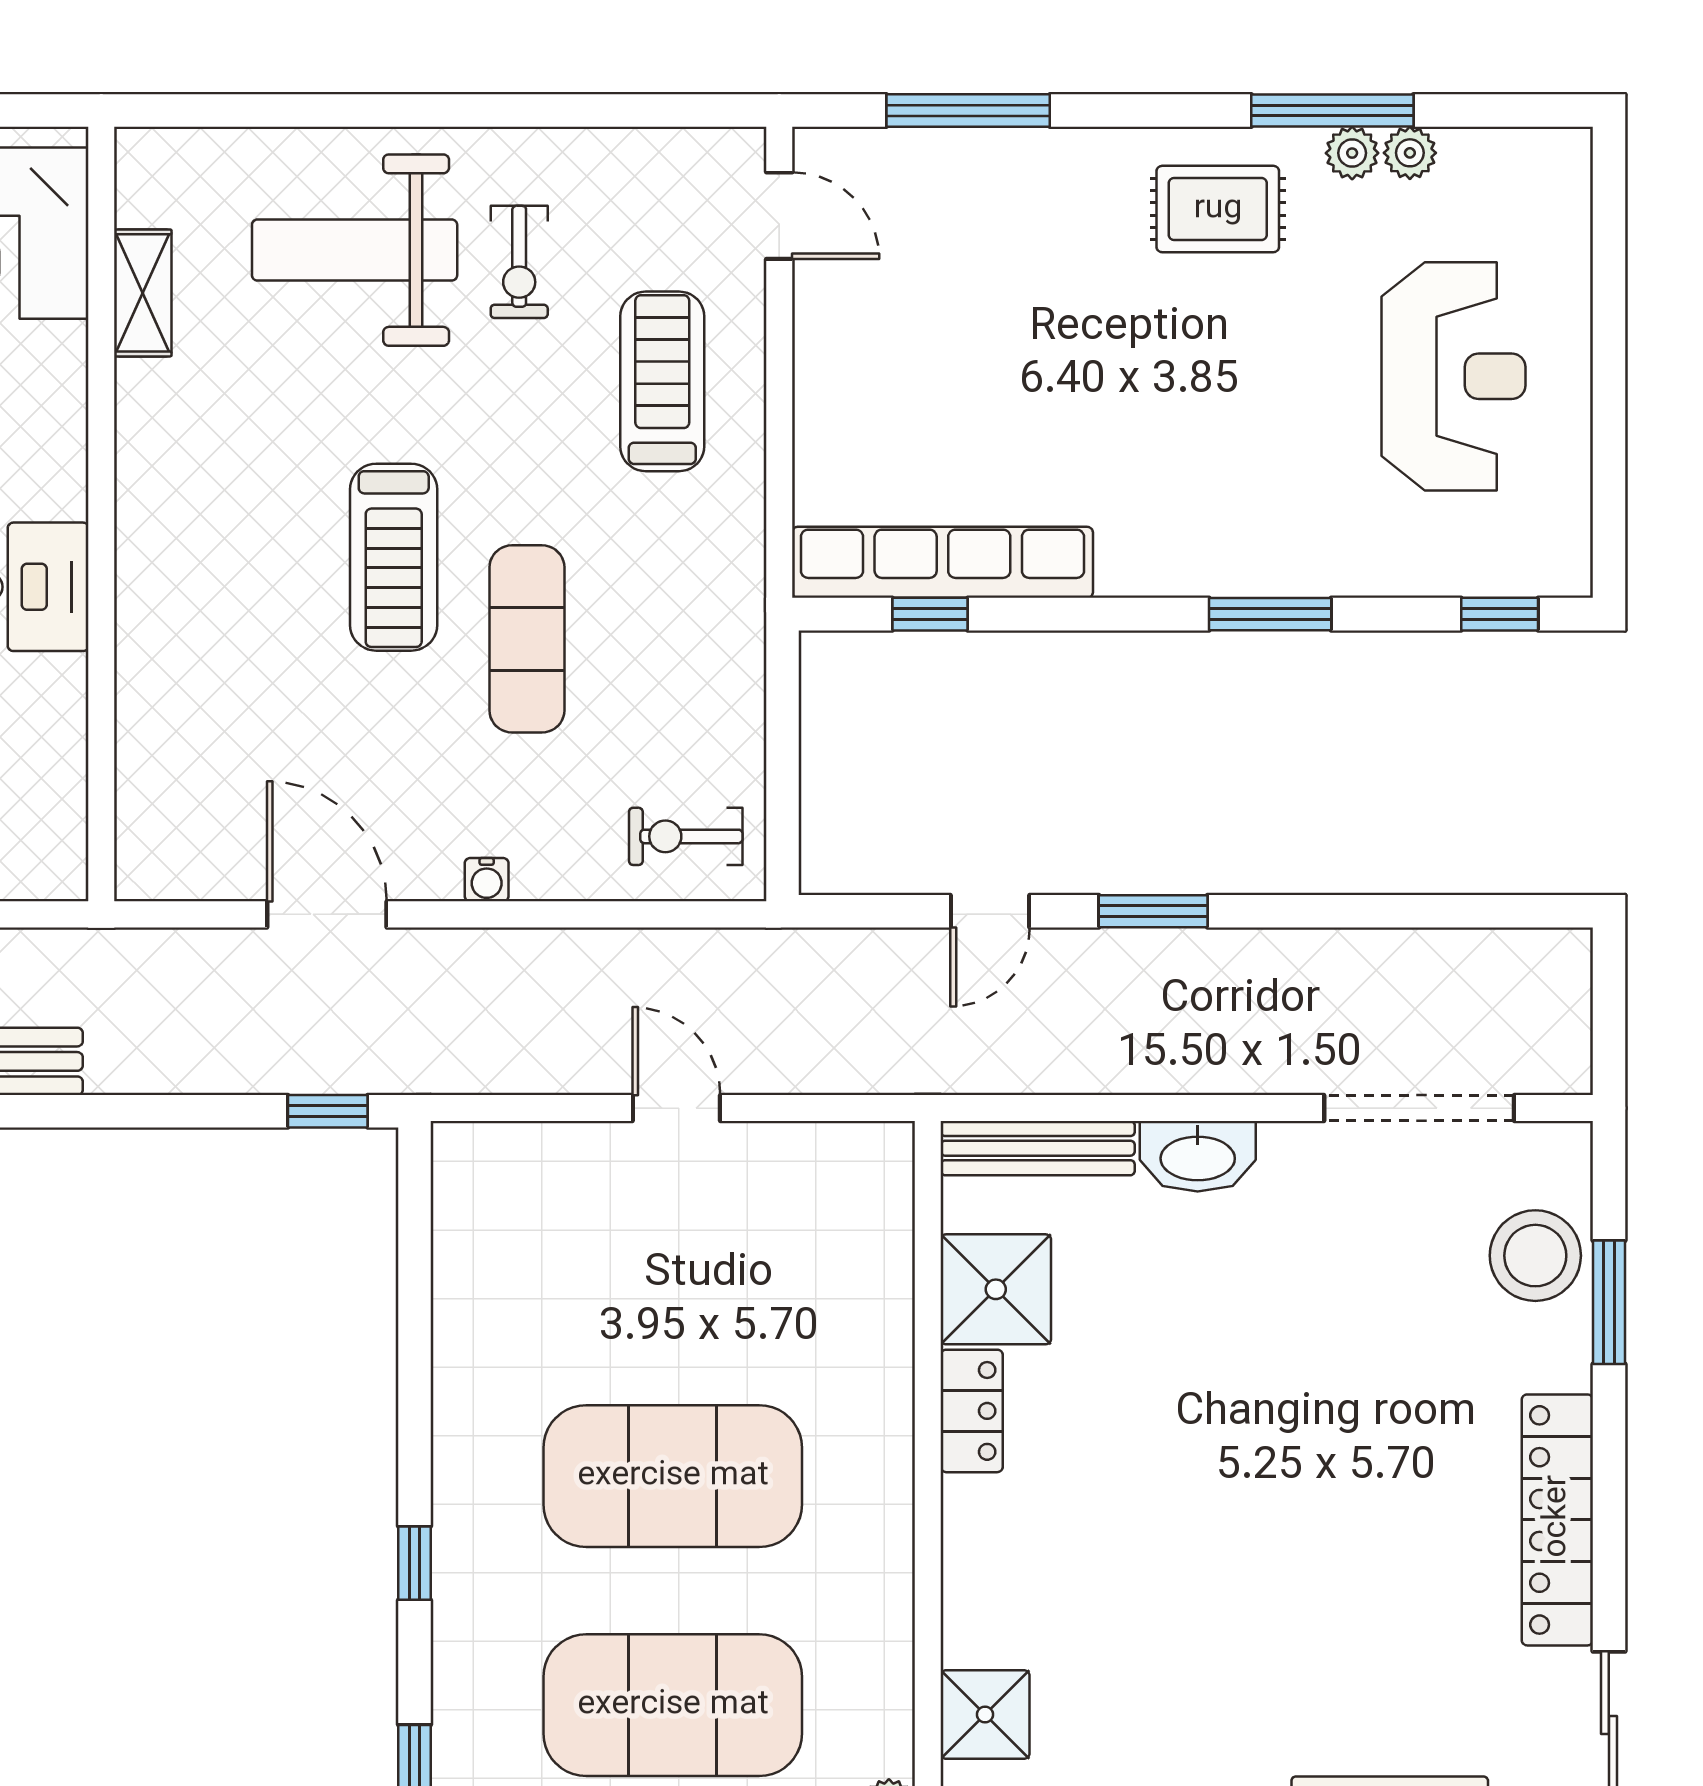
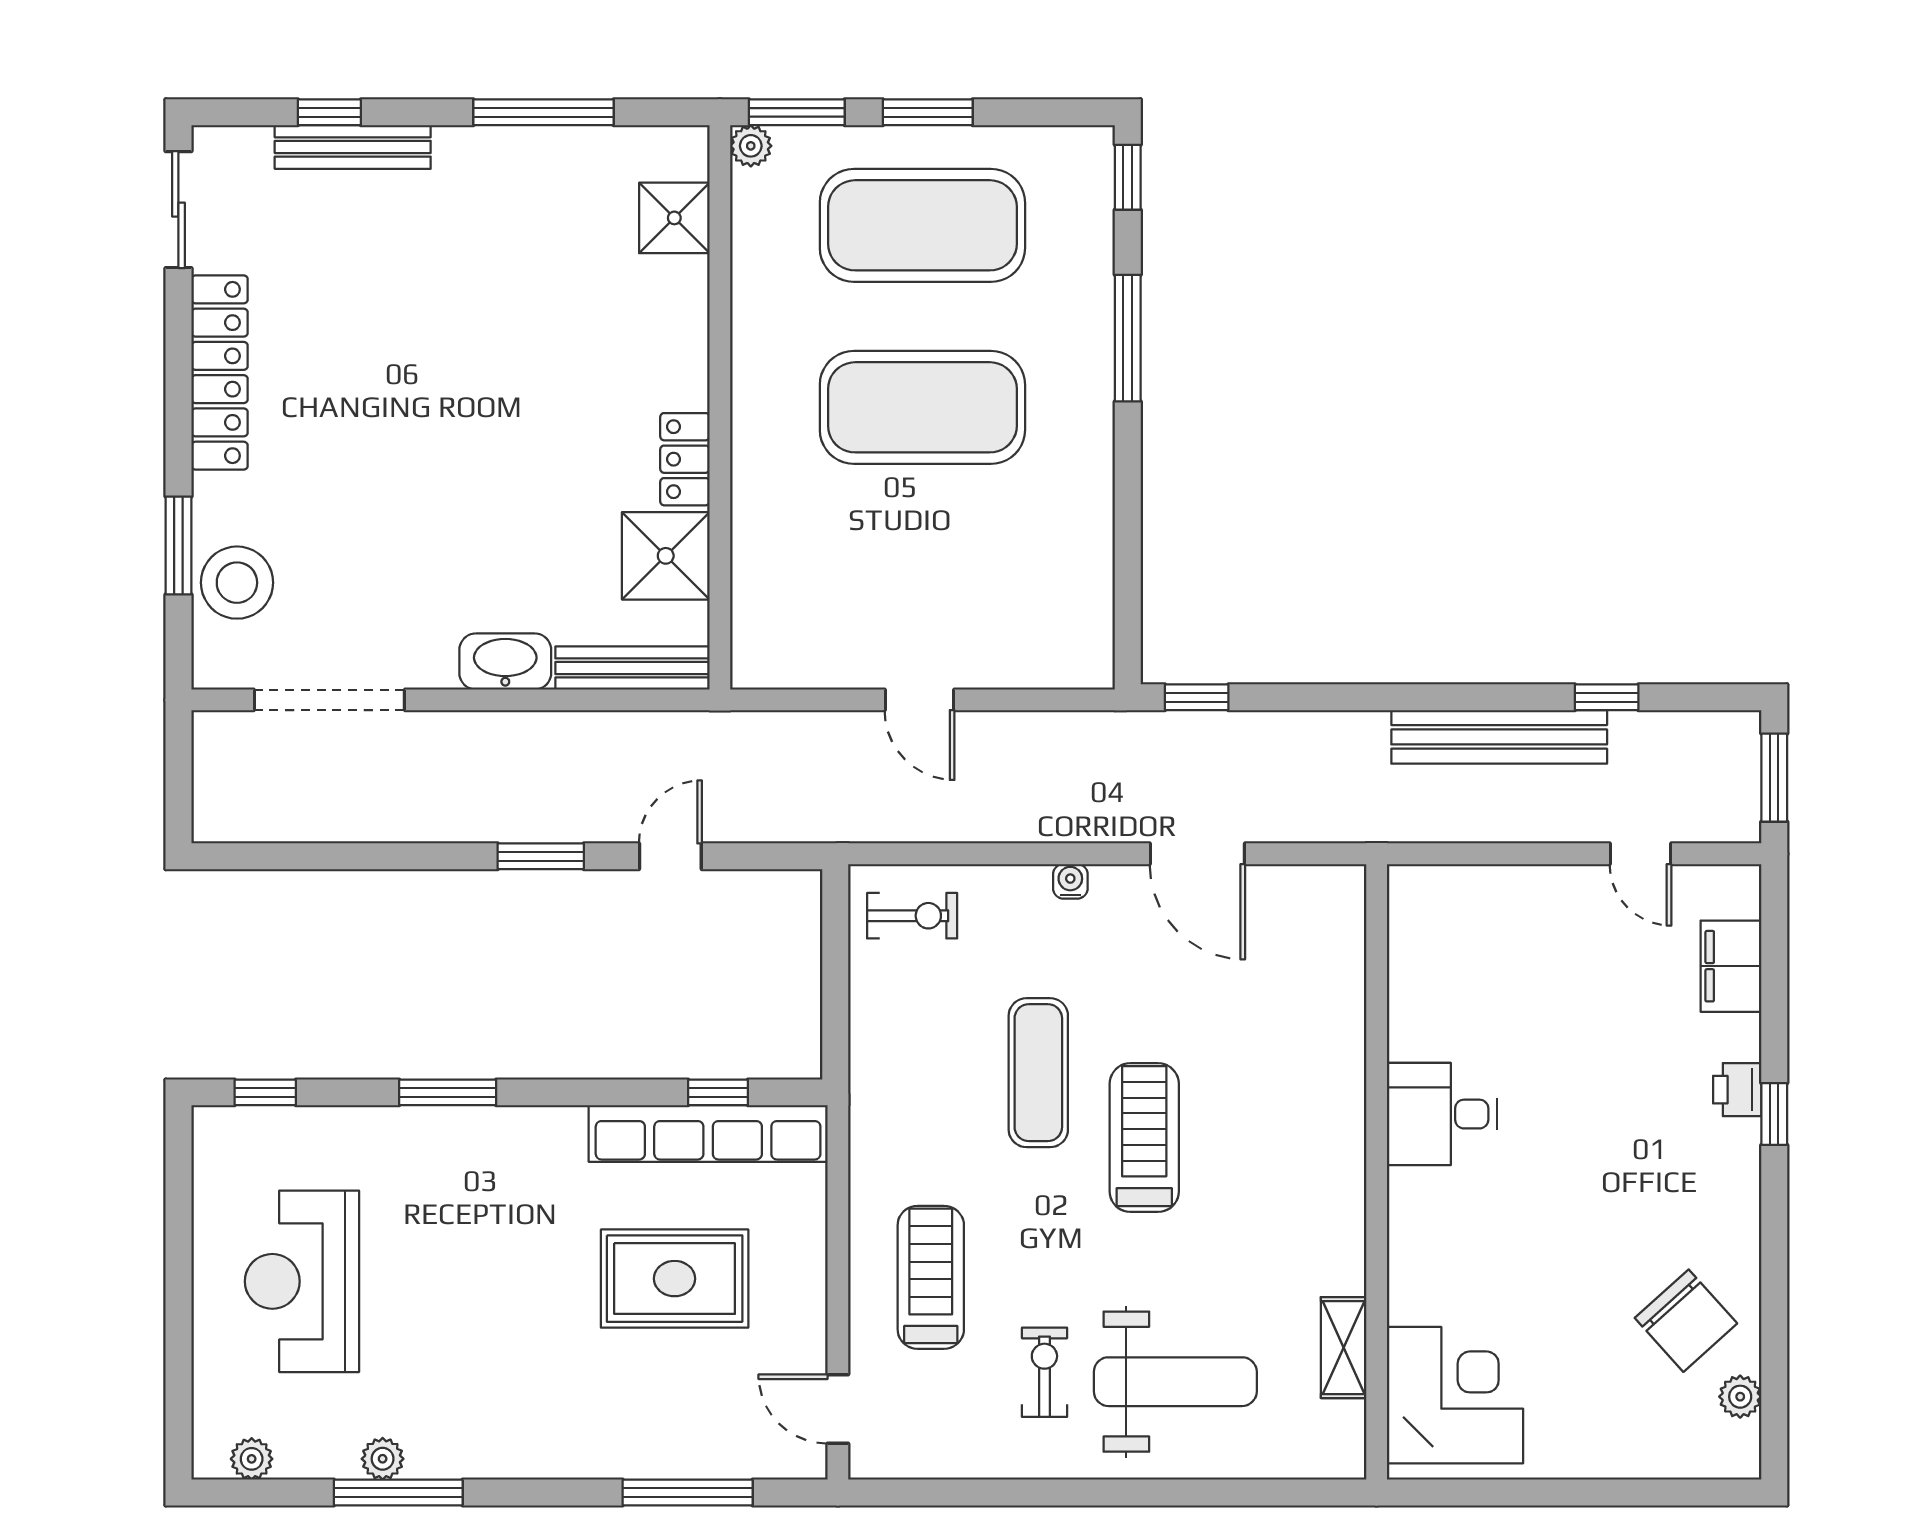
plant: (1410, 153) -> (252, 1459), moved
rug: (1218, 209) -> (675, 1279), moved, width x1.36, depth x1.43
treadmill: (662, 381) -> (931, 1277), turned 180
window: (414, 1563) -> (1128, 338), width x2.17

